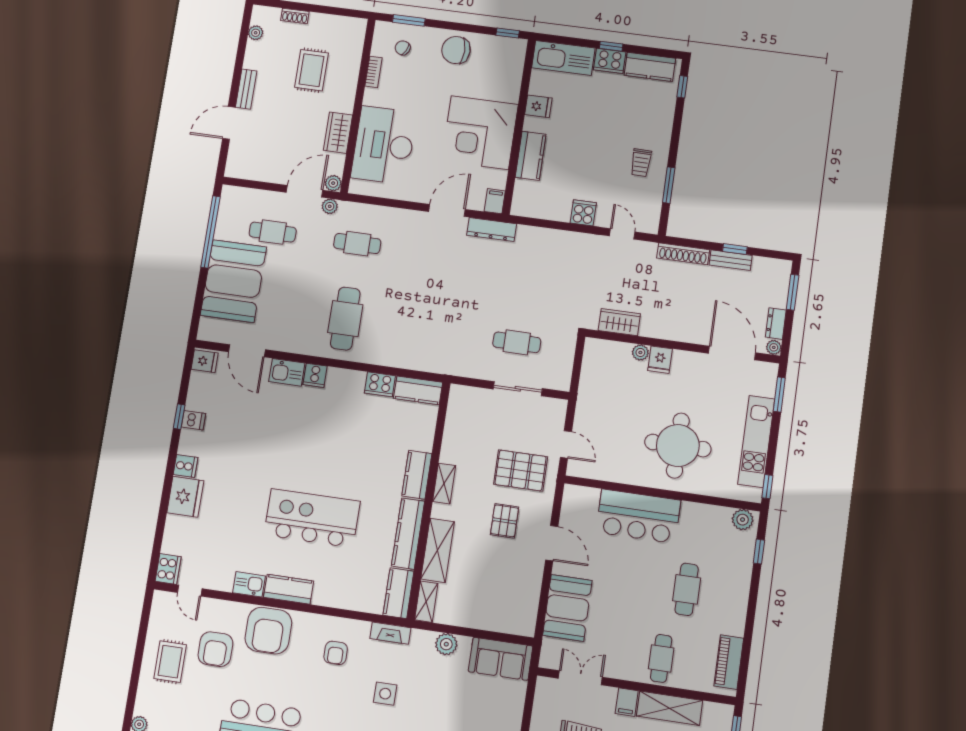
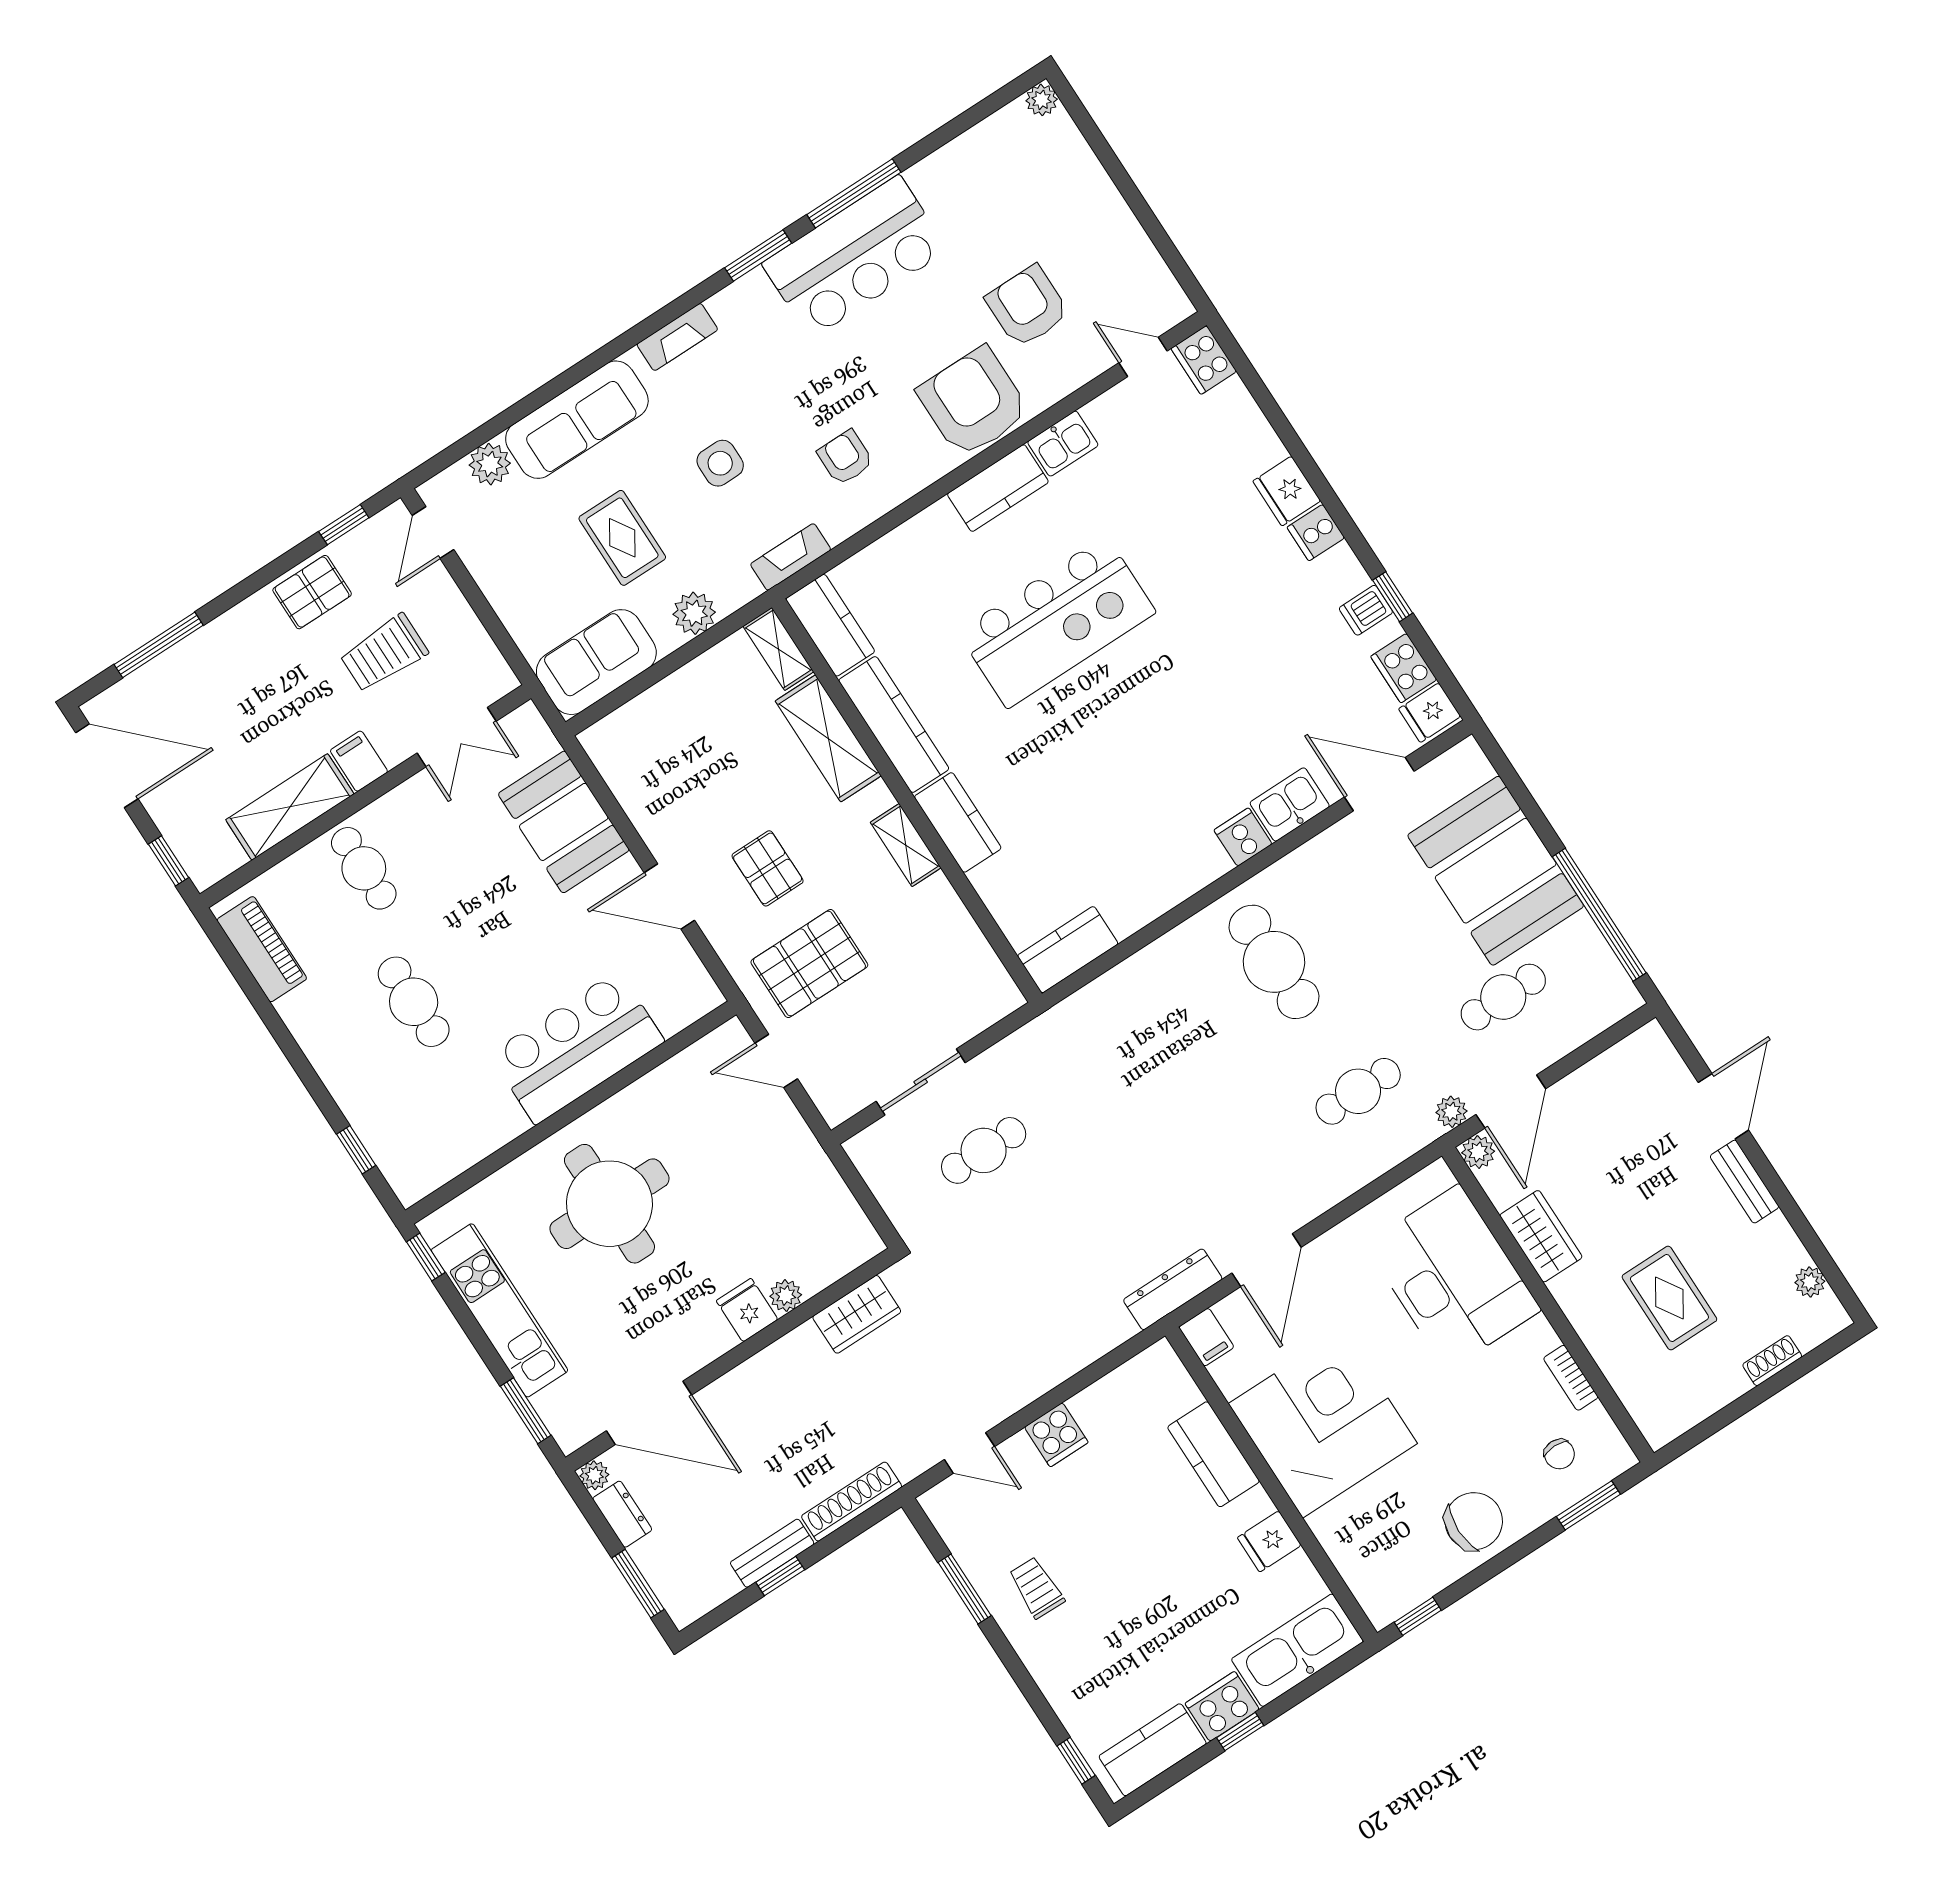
chair: (403, 48) -> (1559, 1454), turned 63
cooker: (380, 384) -> (1404, 668), moved, turned -90
fridge: (185, 497) -> (1287, 491), width x0.73, depth x0.75
plant: (743, 520) -> (420, 1176), removed
rug: (170, 662) -> (622, 538), moved

